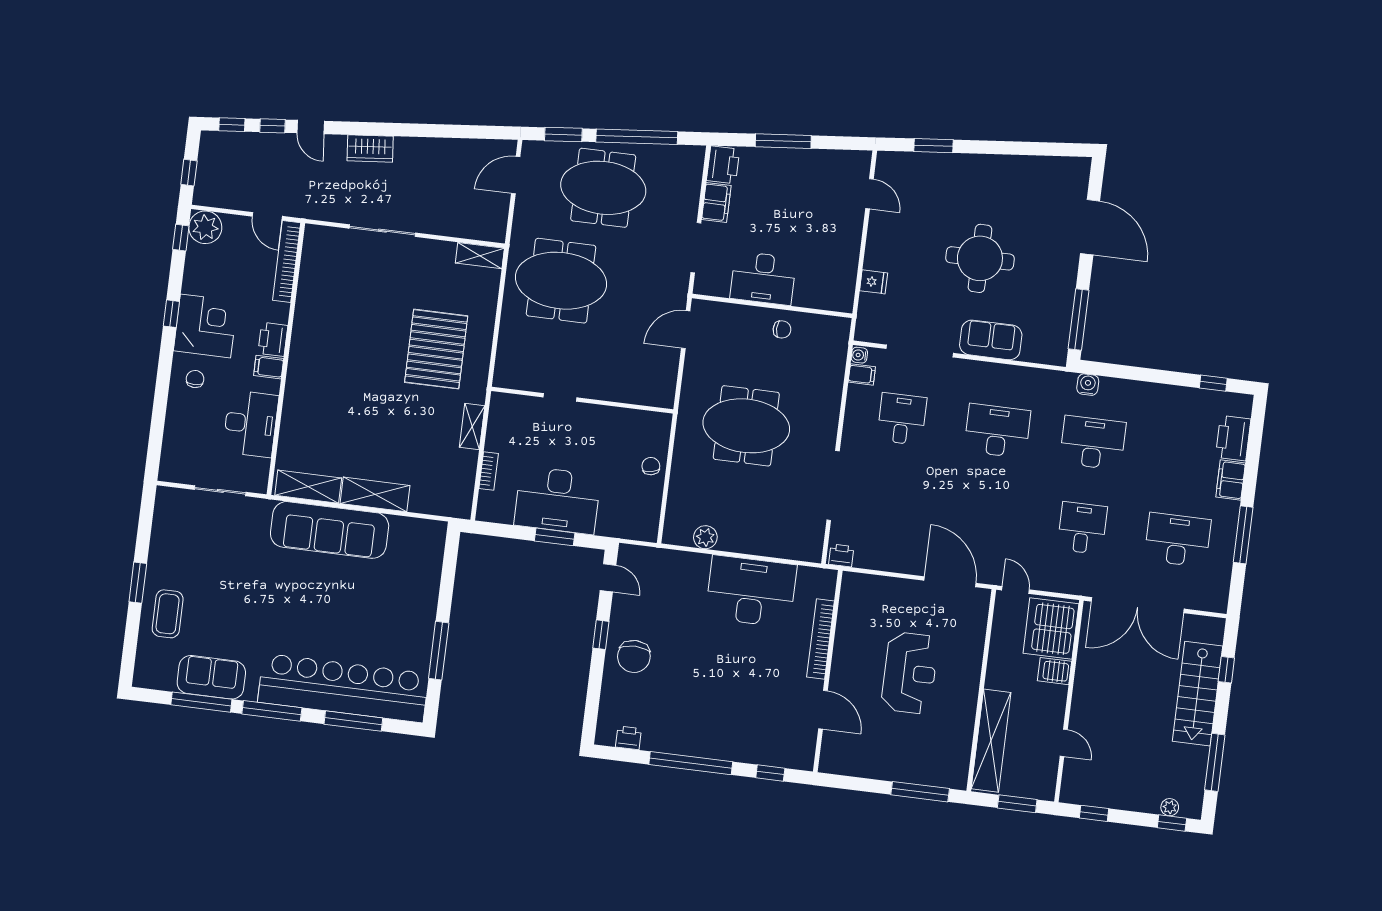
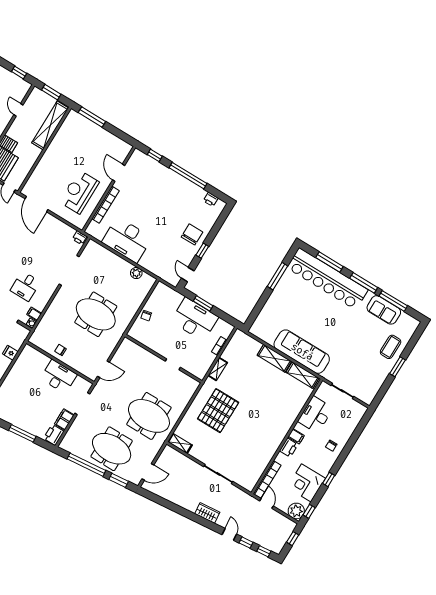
corner desk: (205, 326) -> (306, 483), moved
reception desk: (910, 673) -> (79, 192), moved

